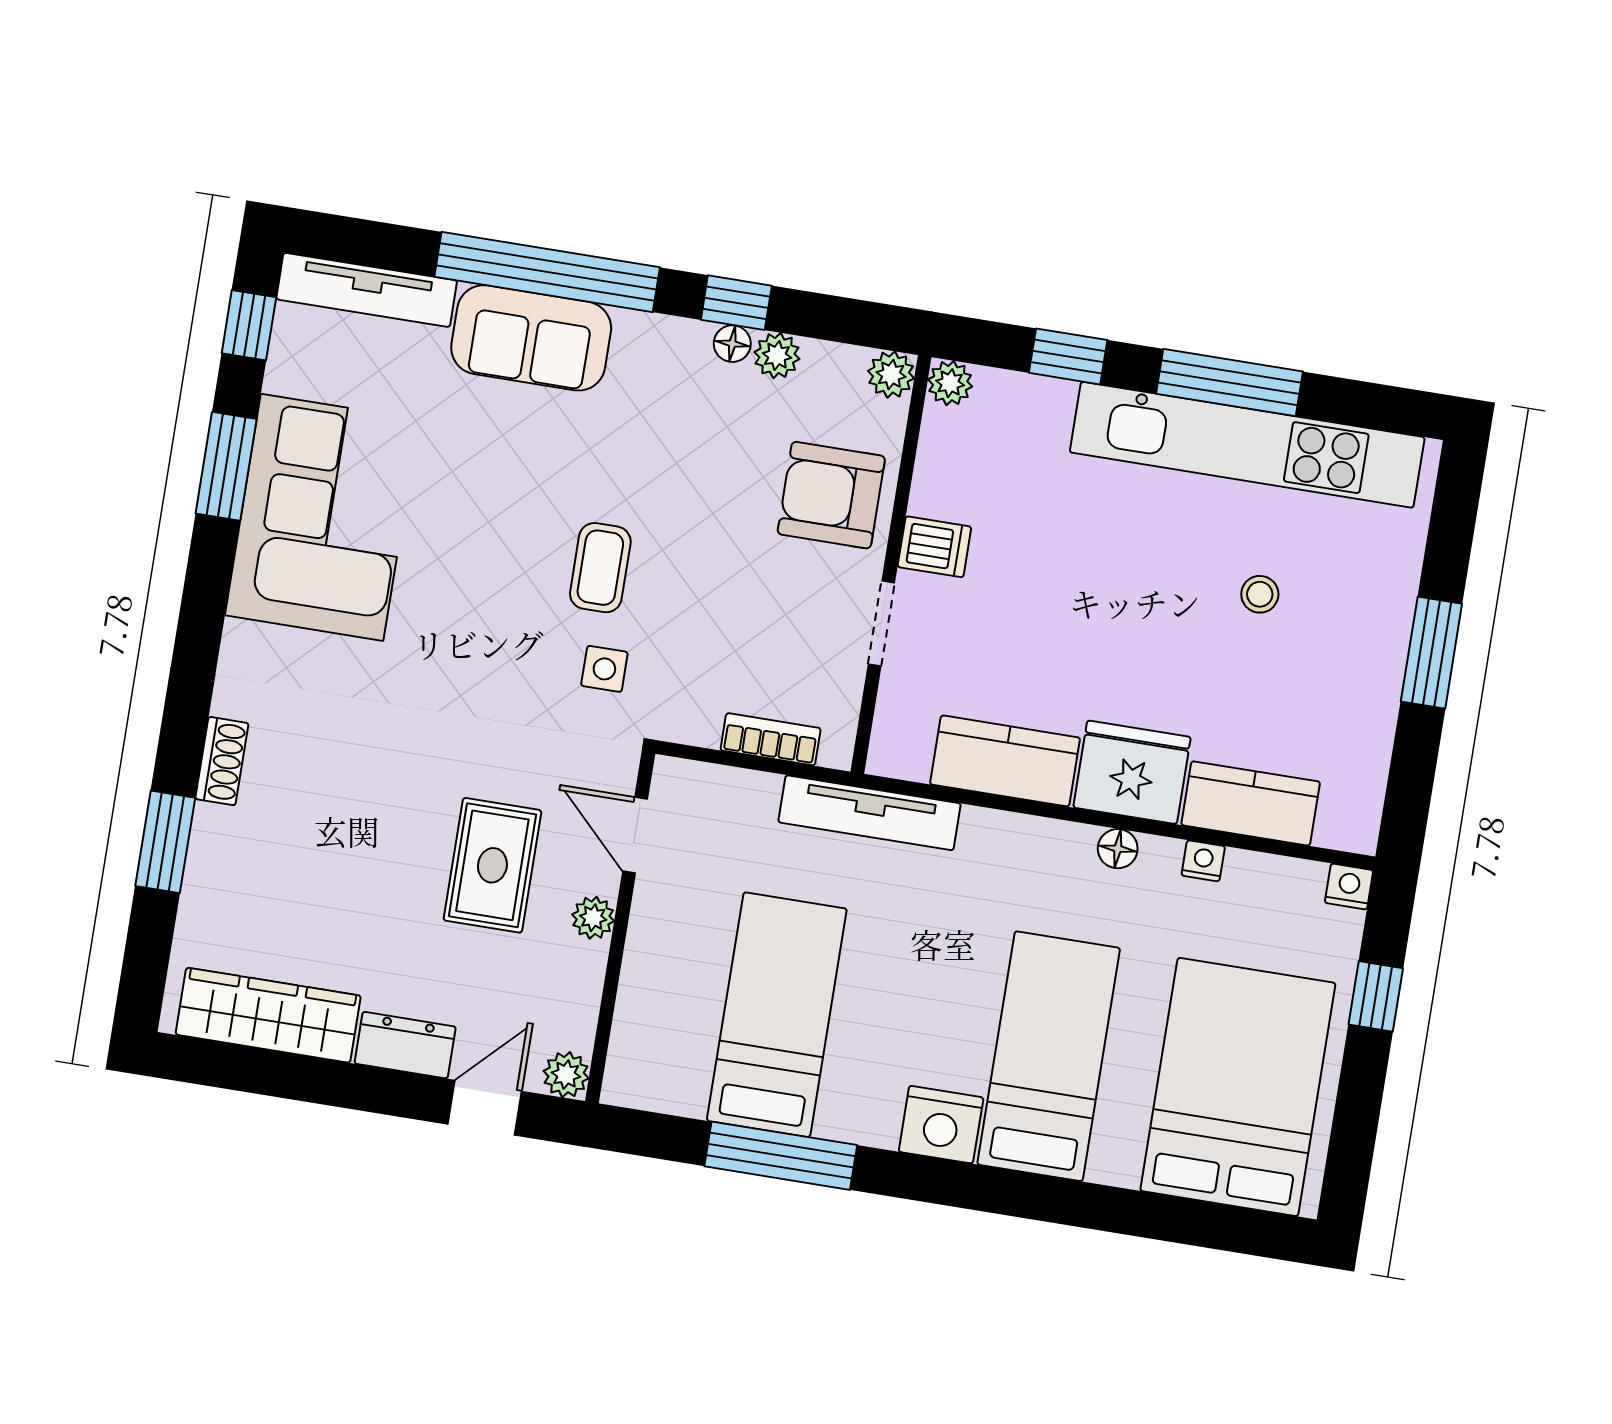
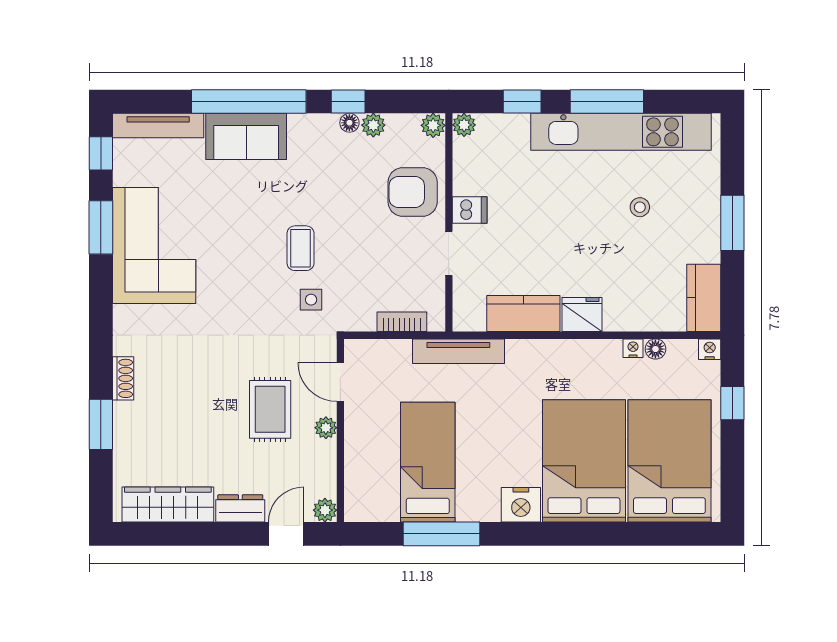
fridge: (1132, 772) -> (582, 315), width x0.73, depth x0.75
kitchen counter: (1251, 803) -> (704, 298), moved, turned -90
floor lamp: (1118, 849) -> (655, 349), moved
bed: (1049, 1056) -> (584, 461), width x1.50

